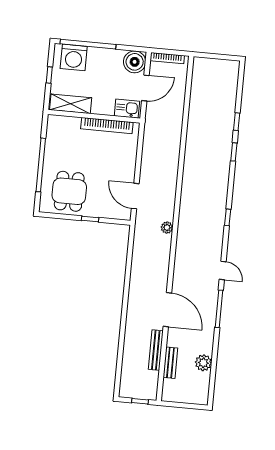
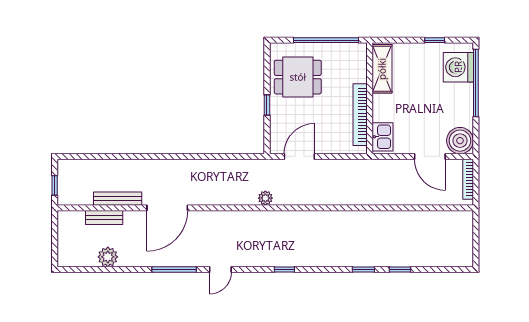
shelving: (71, 104) -> (382, 69), moved
kitchen sink: (127, 109) -> (383, 137), moved
wall: (94, 116) -> (370, 98), moved
bookcase: (107, 126) -> (360, 115), moved

